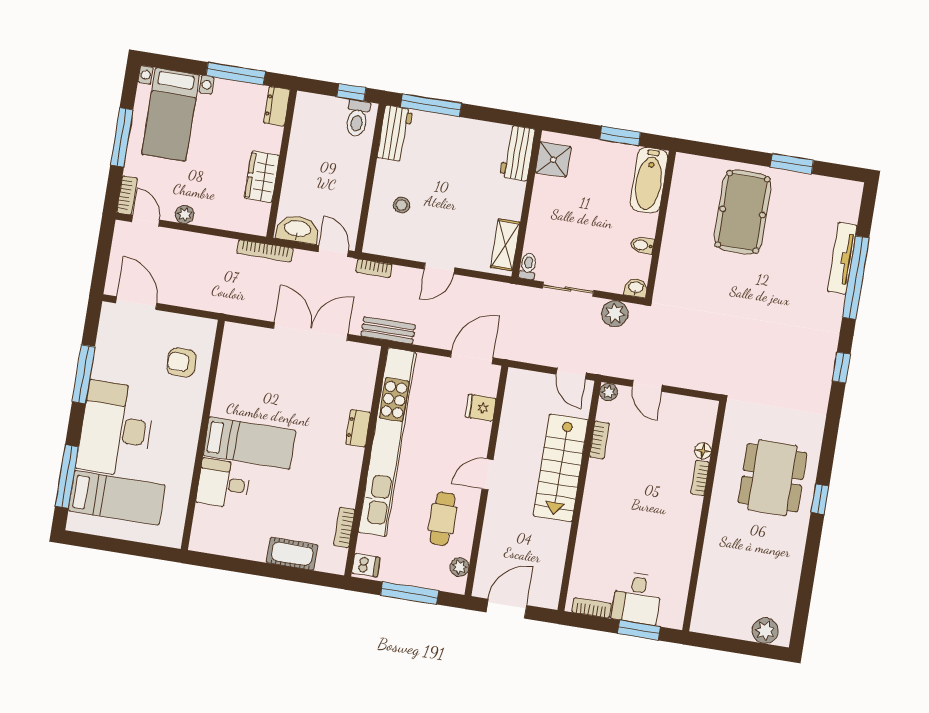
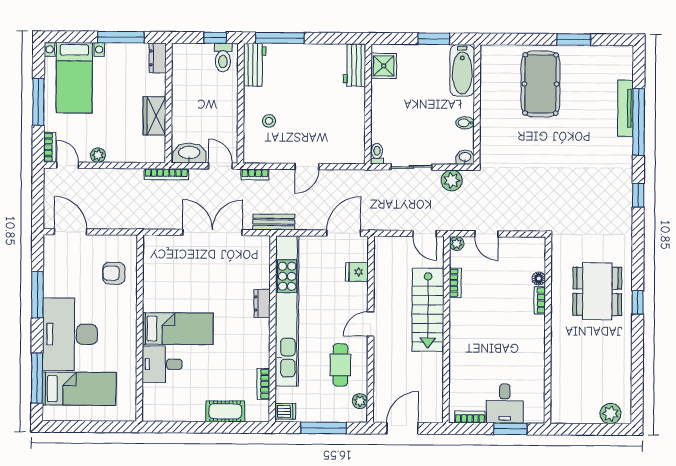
shelving: (505, 245) -> (356, 140), removed

